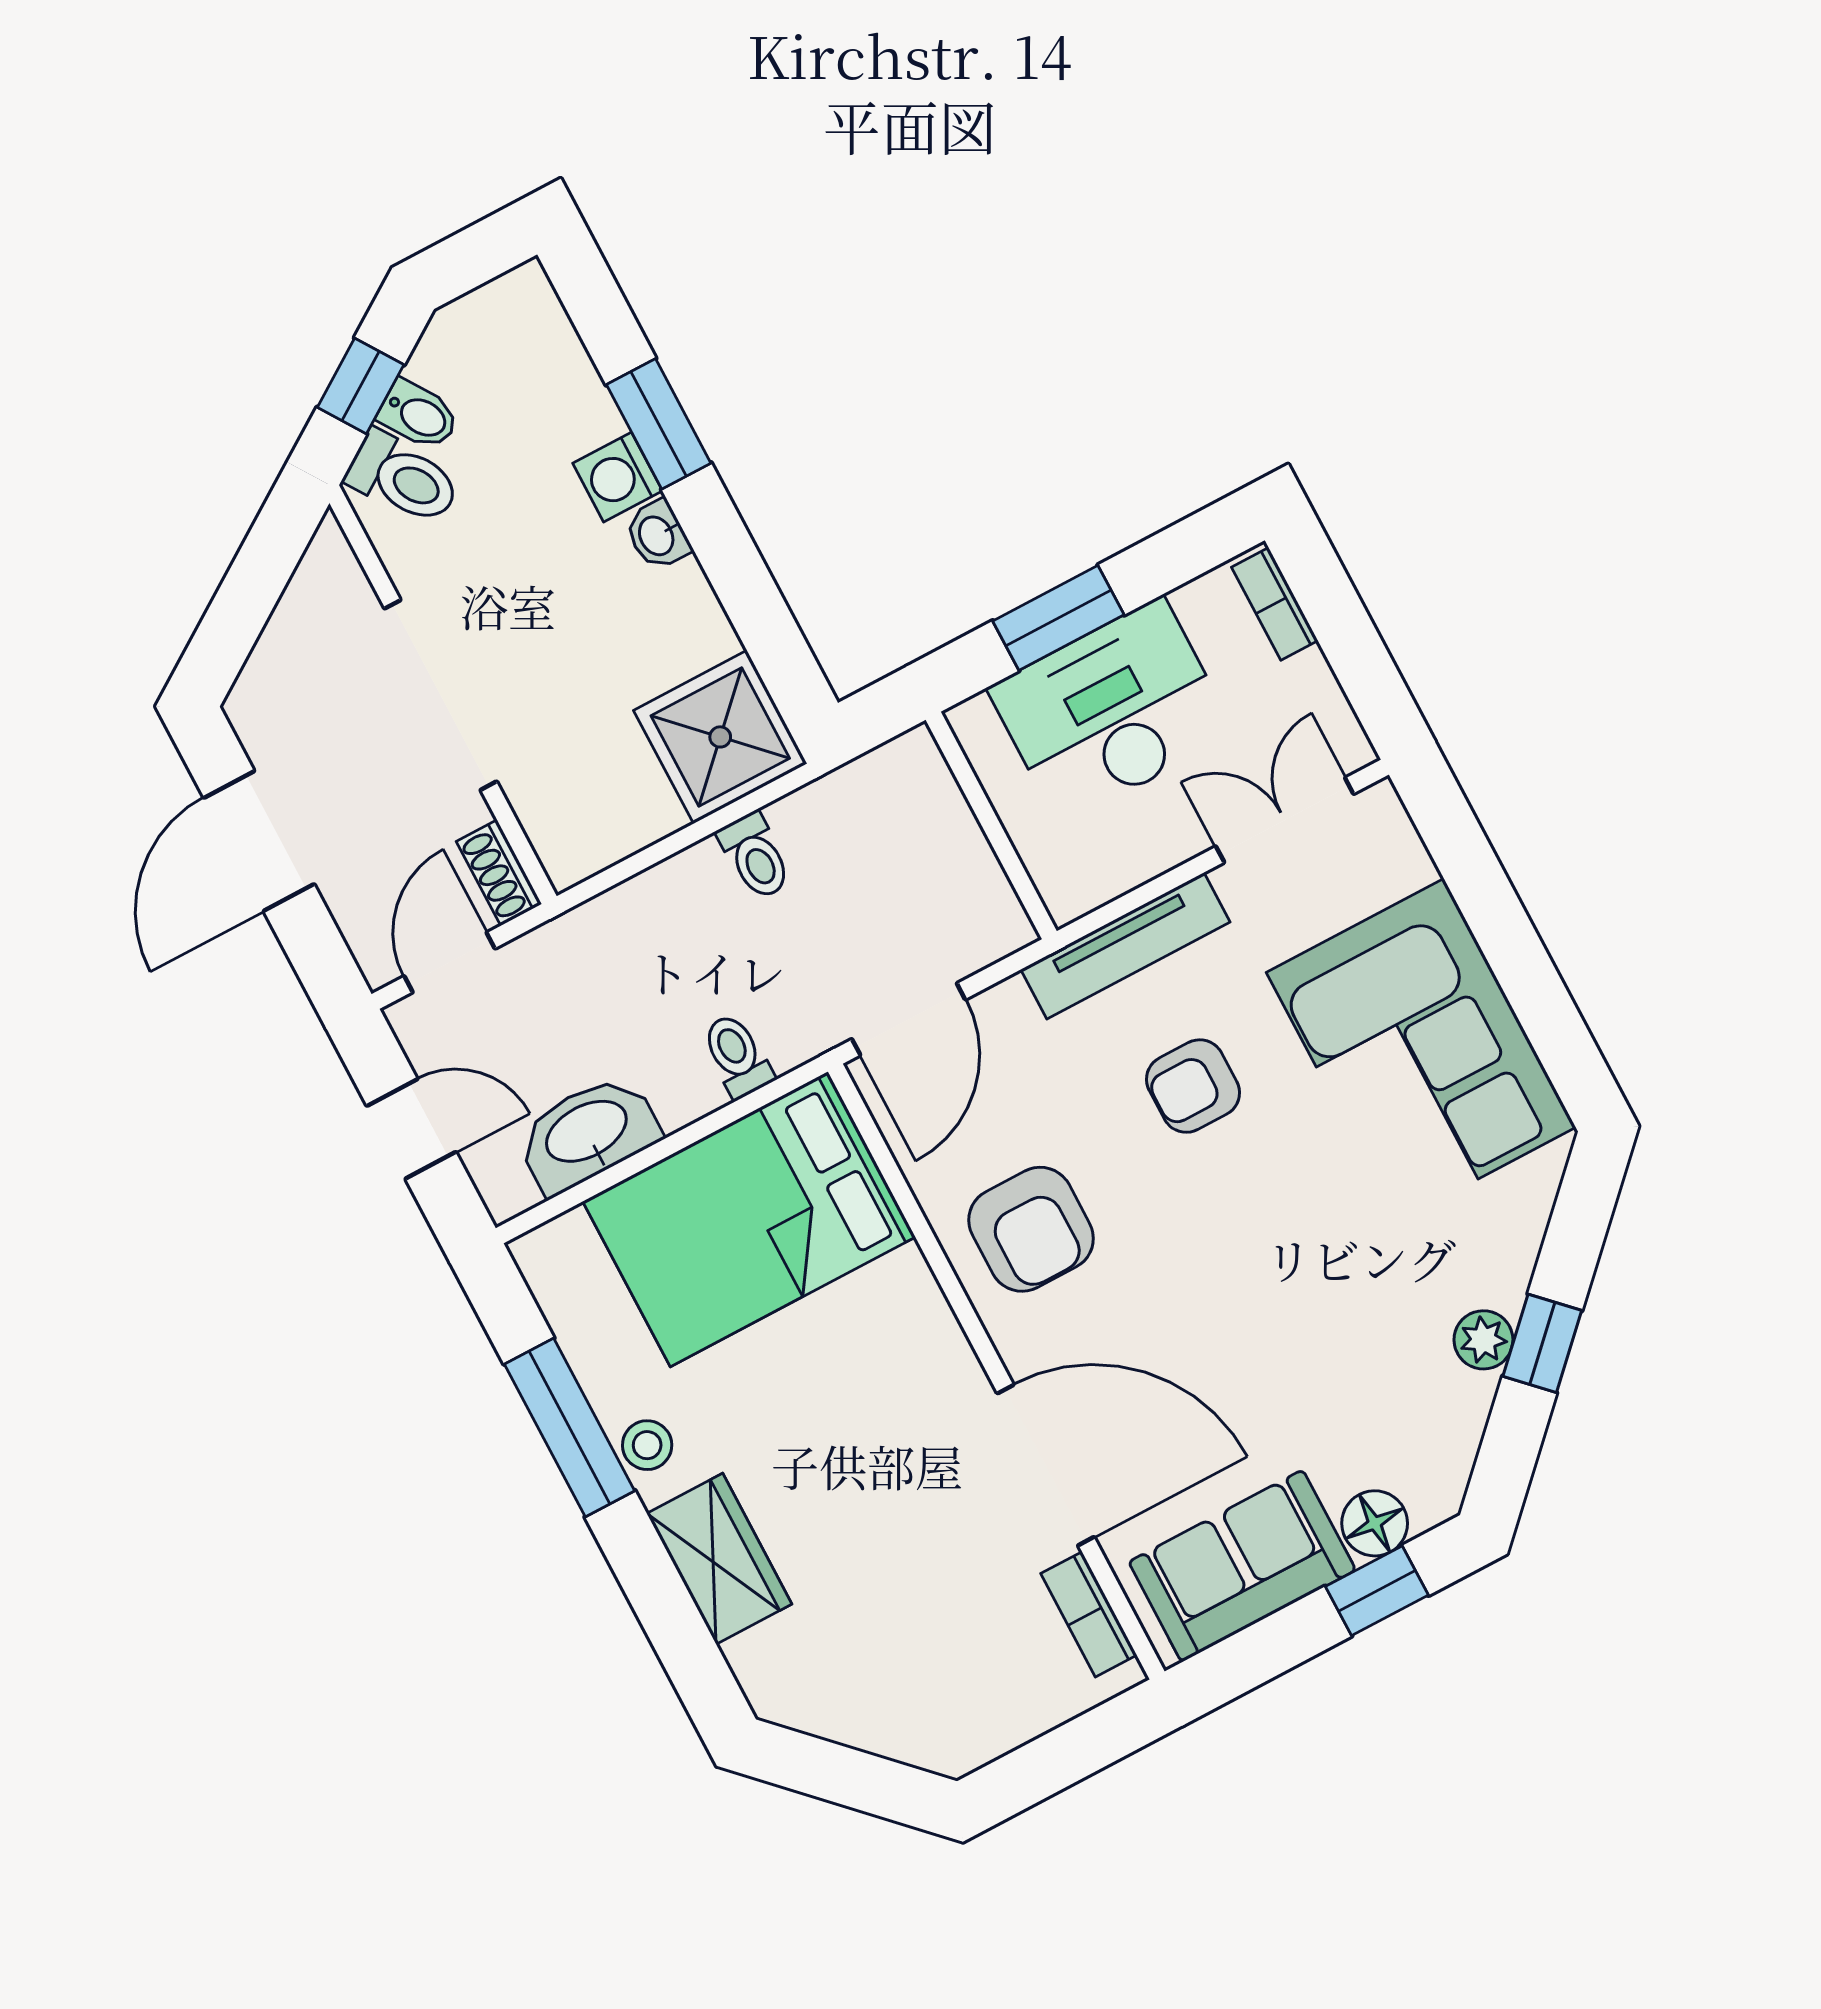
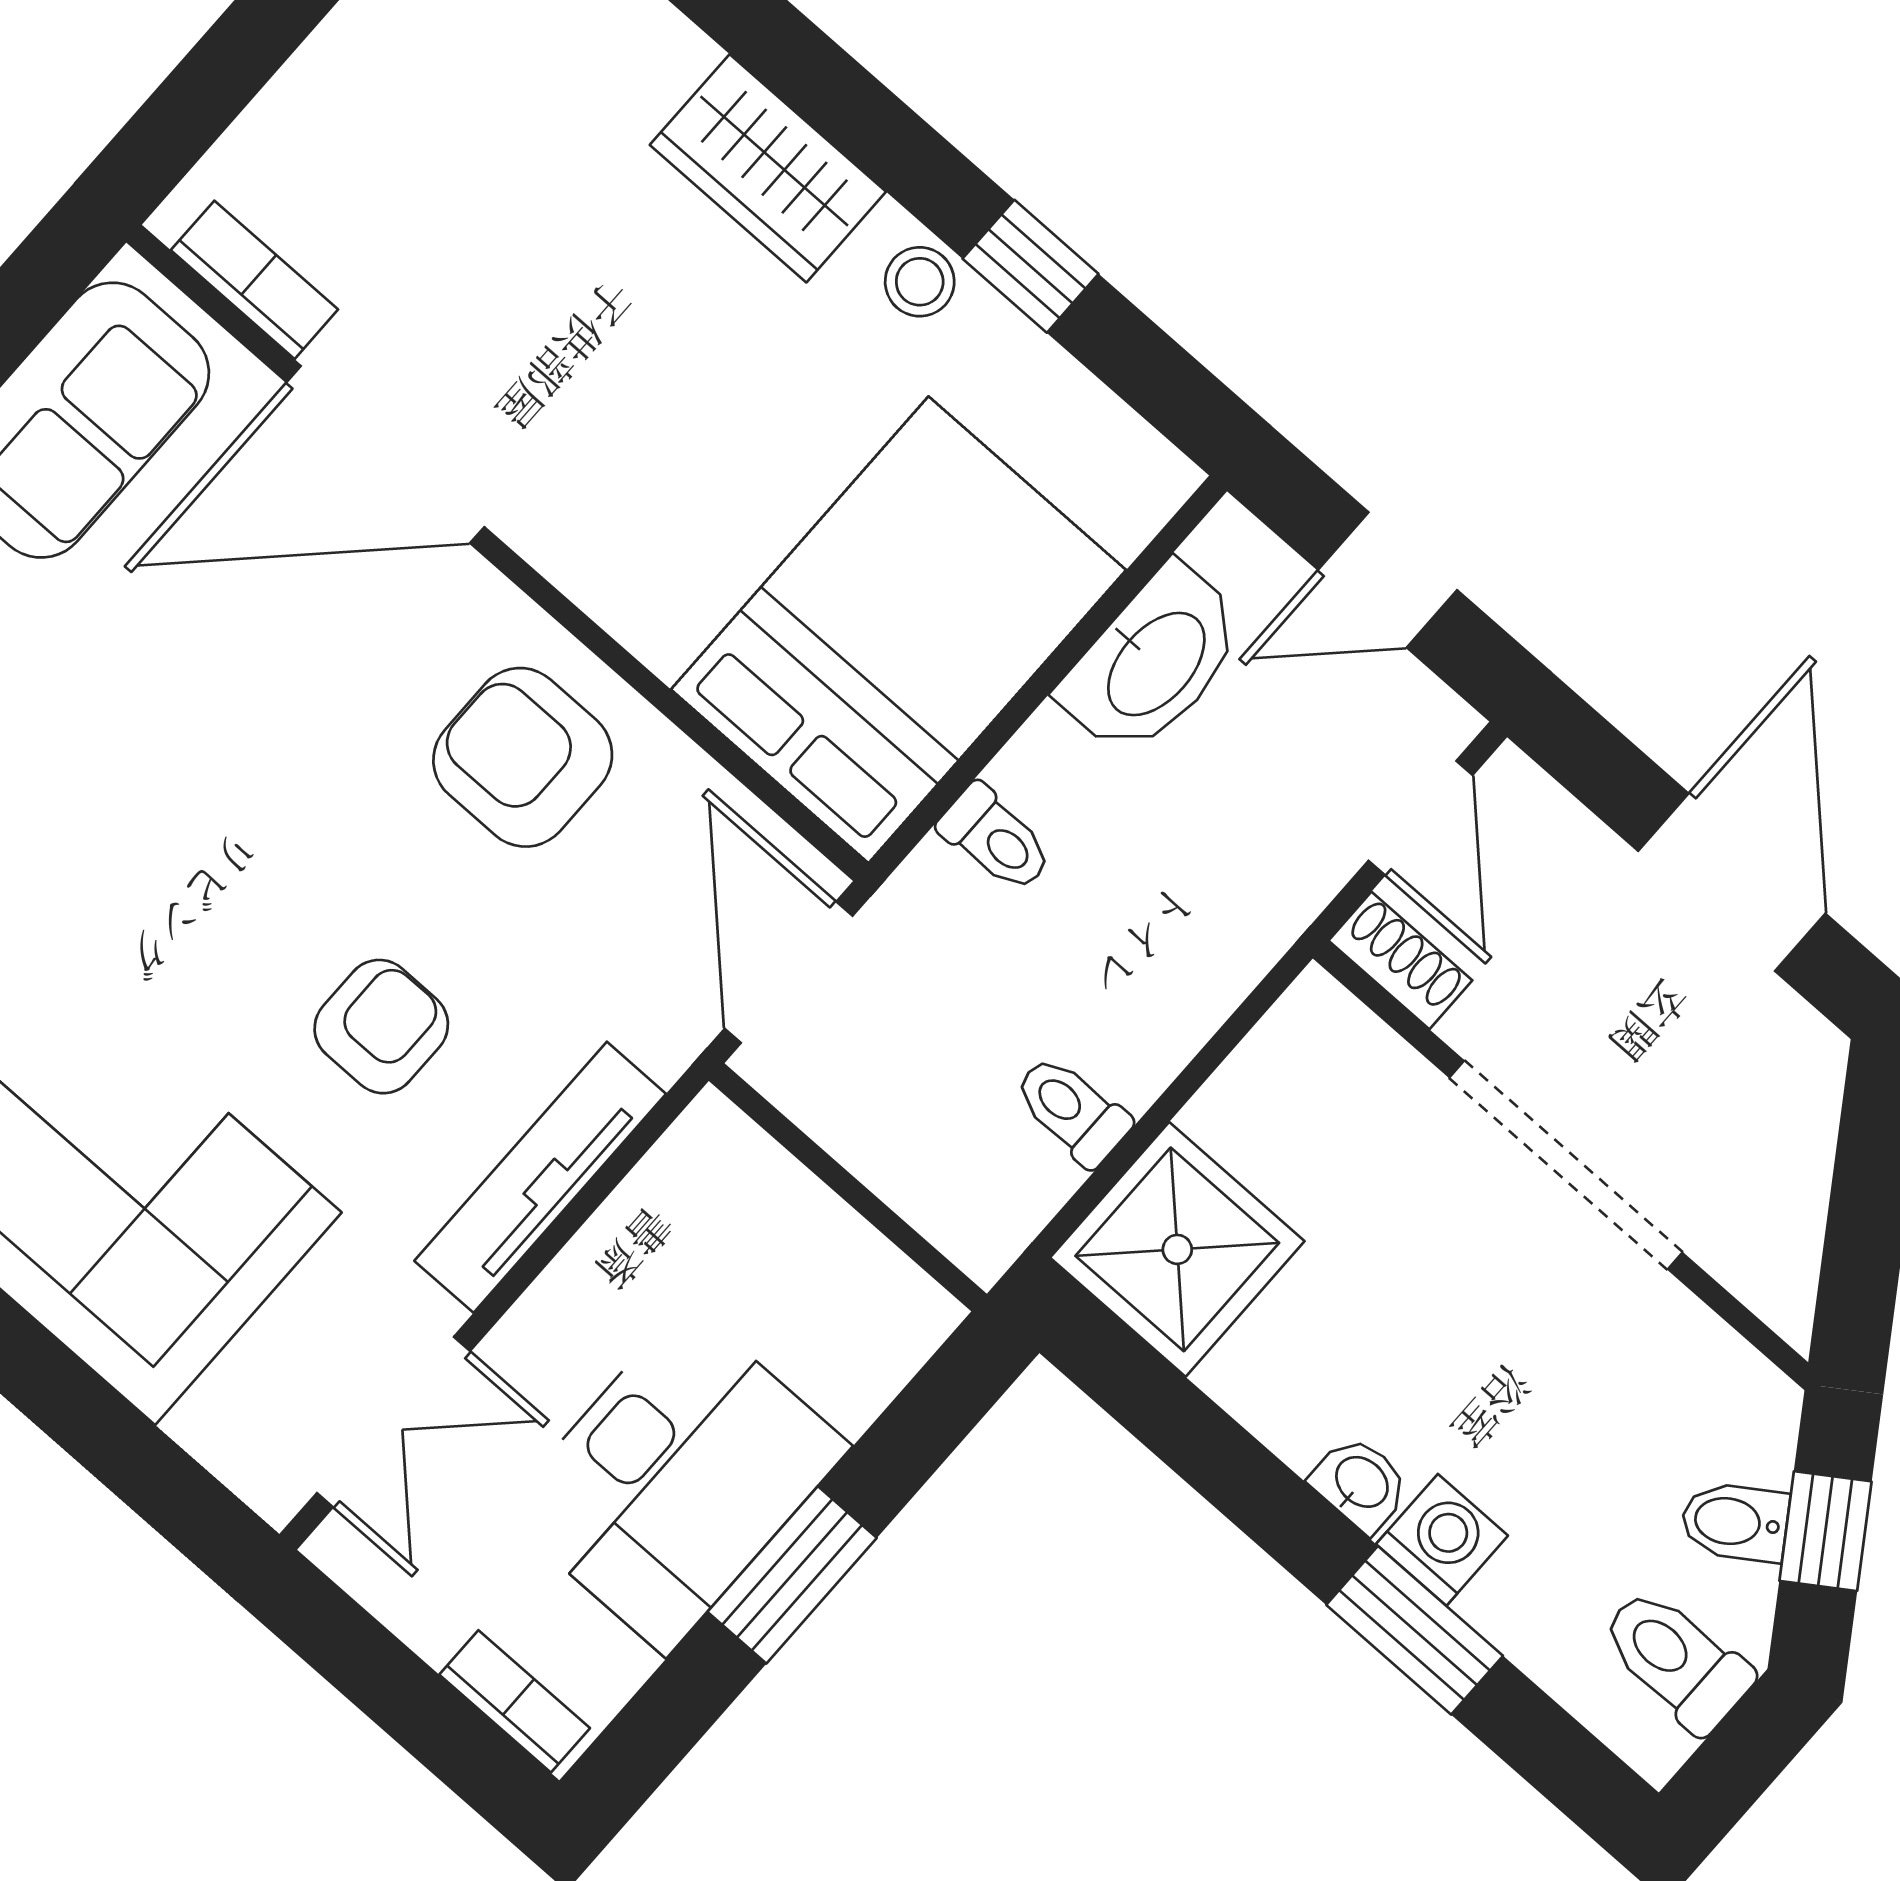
toilet: (403, 478) -> (1676, 1660), moved, turned 34
wall: (991, 826) -> (848, 1187), moved
window: (570, 1427) -> (1031, 266), width x0.46

